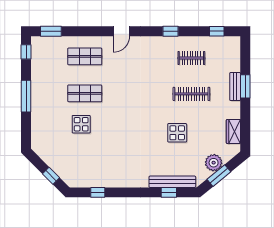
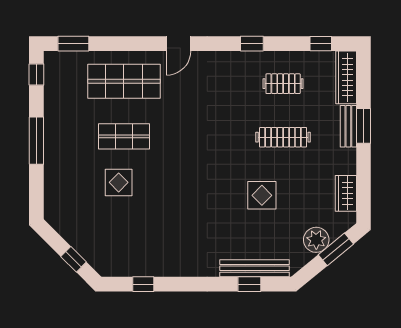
wardrobe: (234, 54) -> (346, 77), added
shop shelf: (85, 56) -> (124, 81), width x1.43, depth x1.36
window: (219, 176) -> (336, 249), moved

